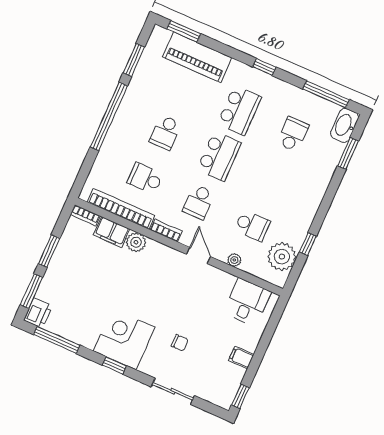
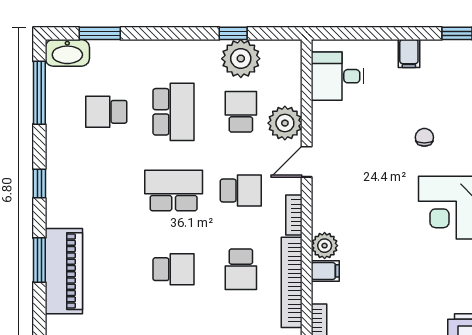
window: (184, 31) -> (39, 260), moved
school desk: (239, 110) -> (174, 112), moved, turned 90
filing cabinet: (112, 232) -> (325, 271), width x0.50
plant: (282, 257) -> (241, 59), moved
plant: (234, 260) -> (285, 123), width x1.88, depth x1.88

